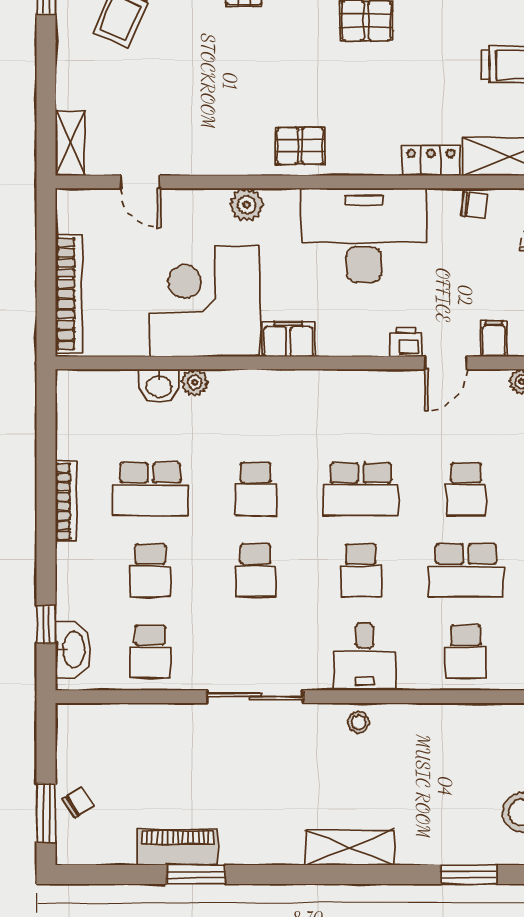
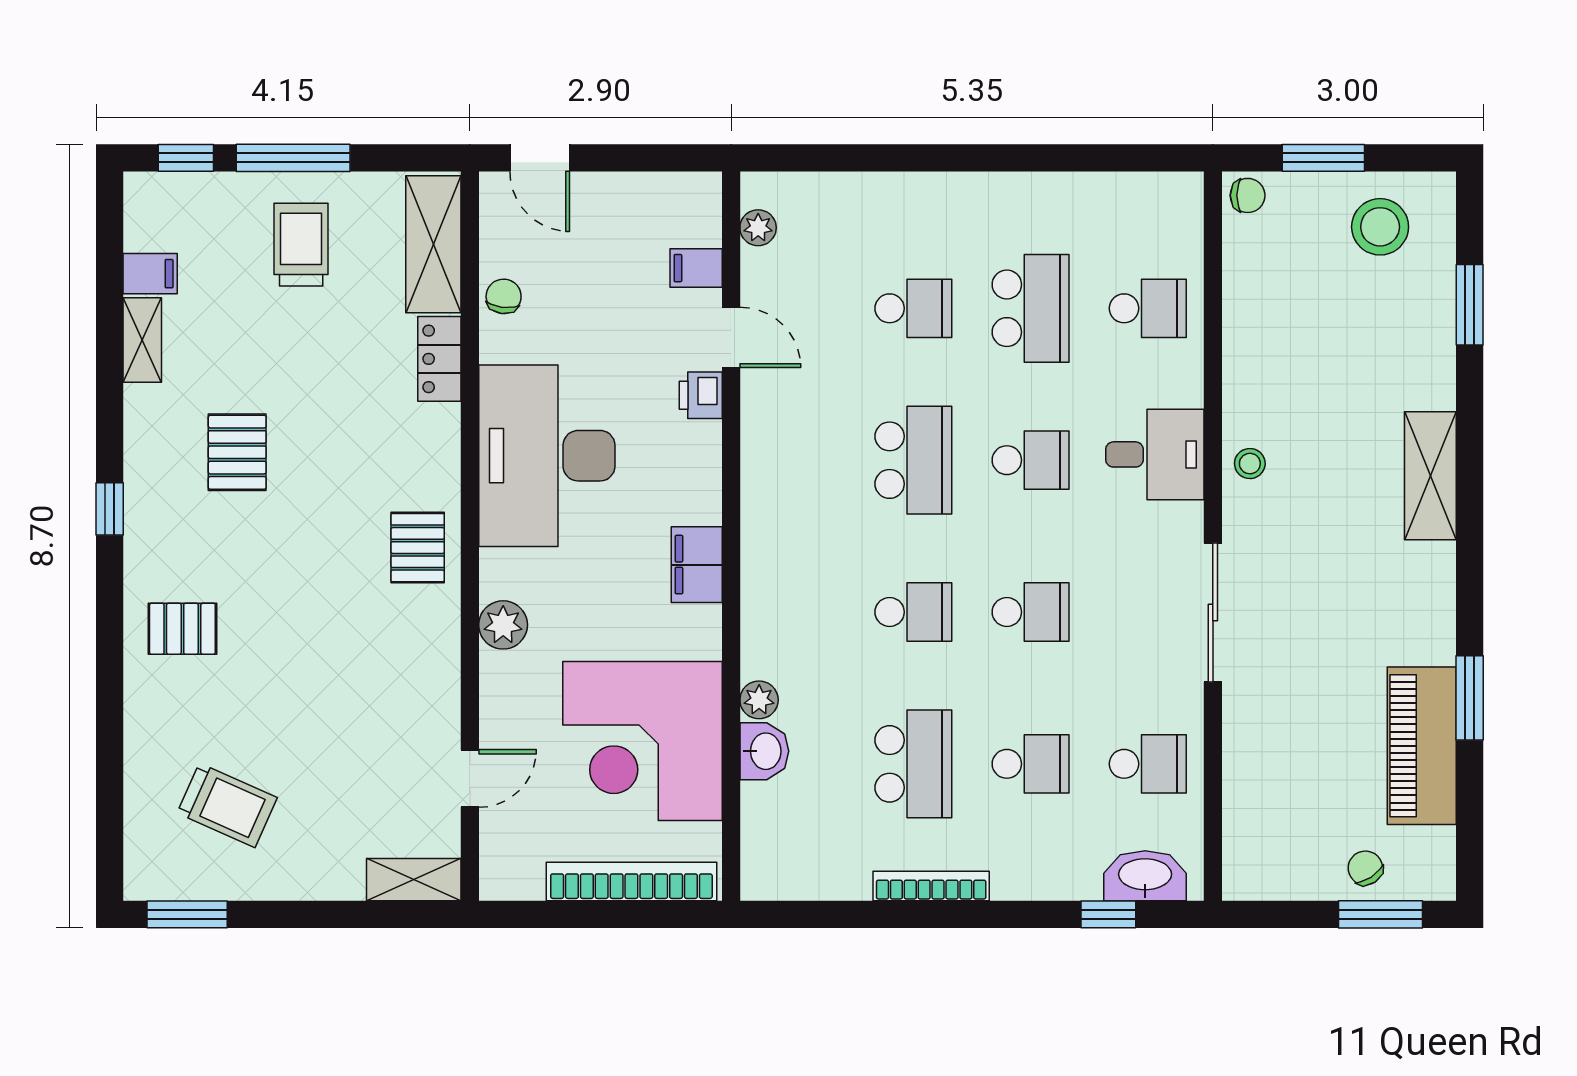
corner desk: (204, 301) -> (642, 741), moved
piano: (178, 847) -> (1422, 746), width x1.37, depth x1.33

